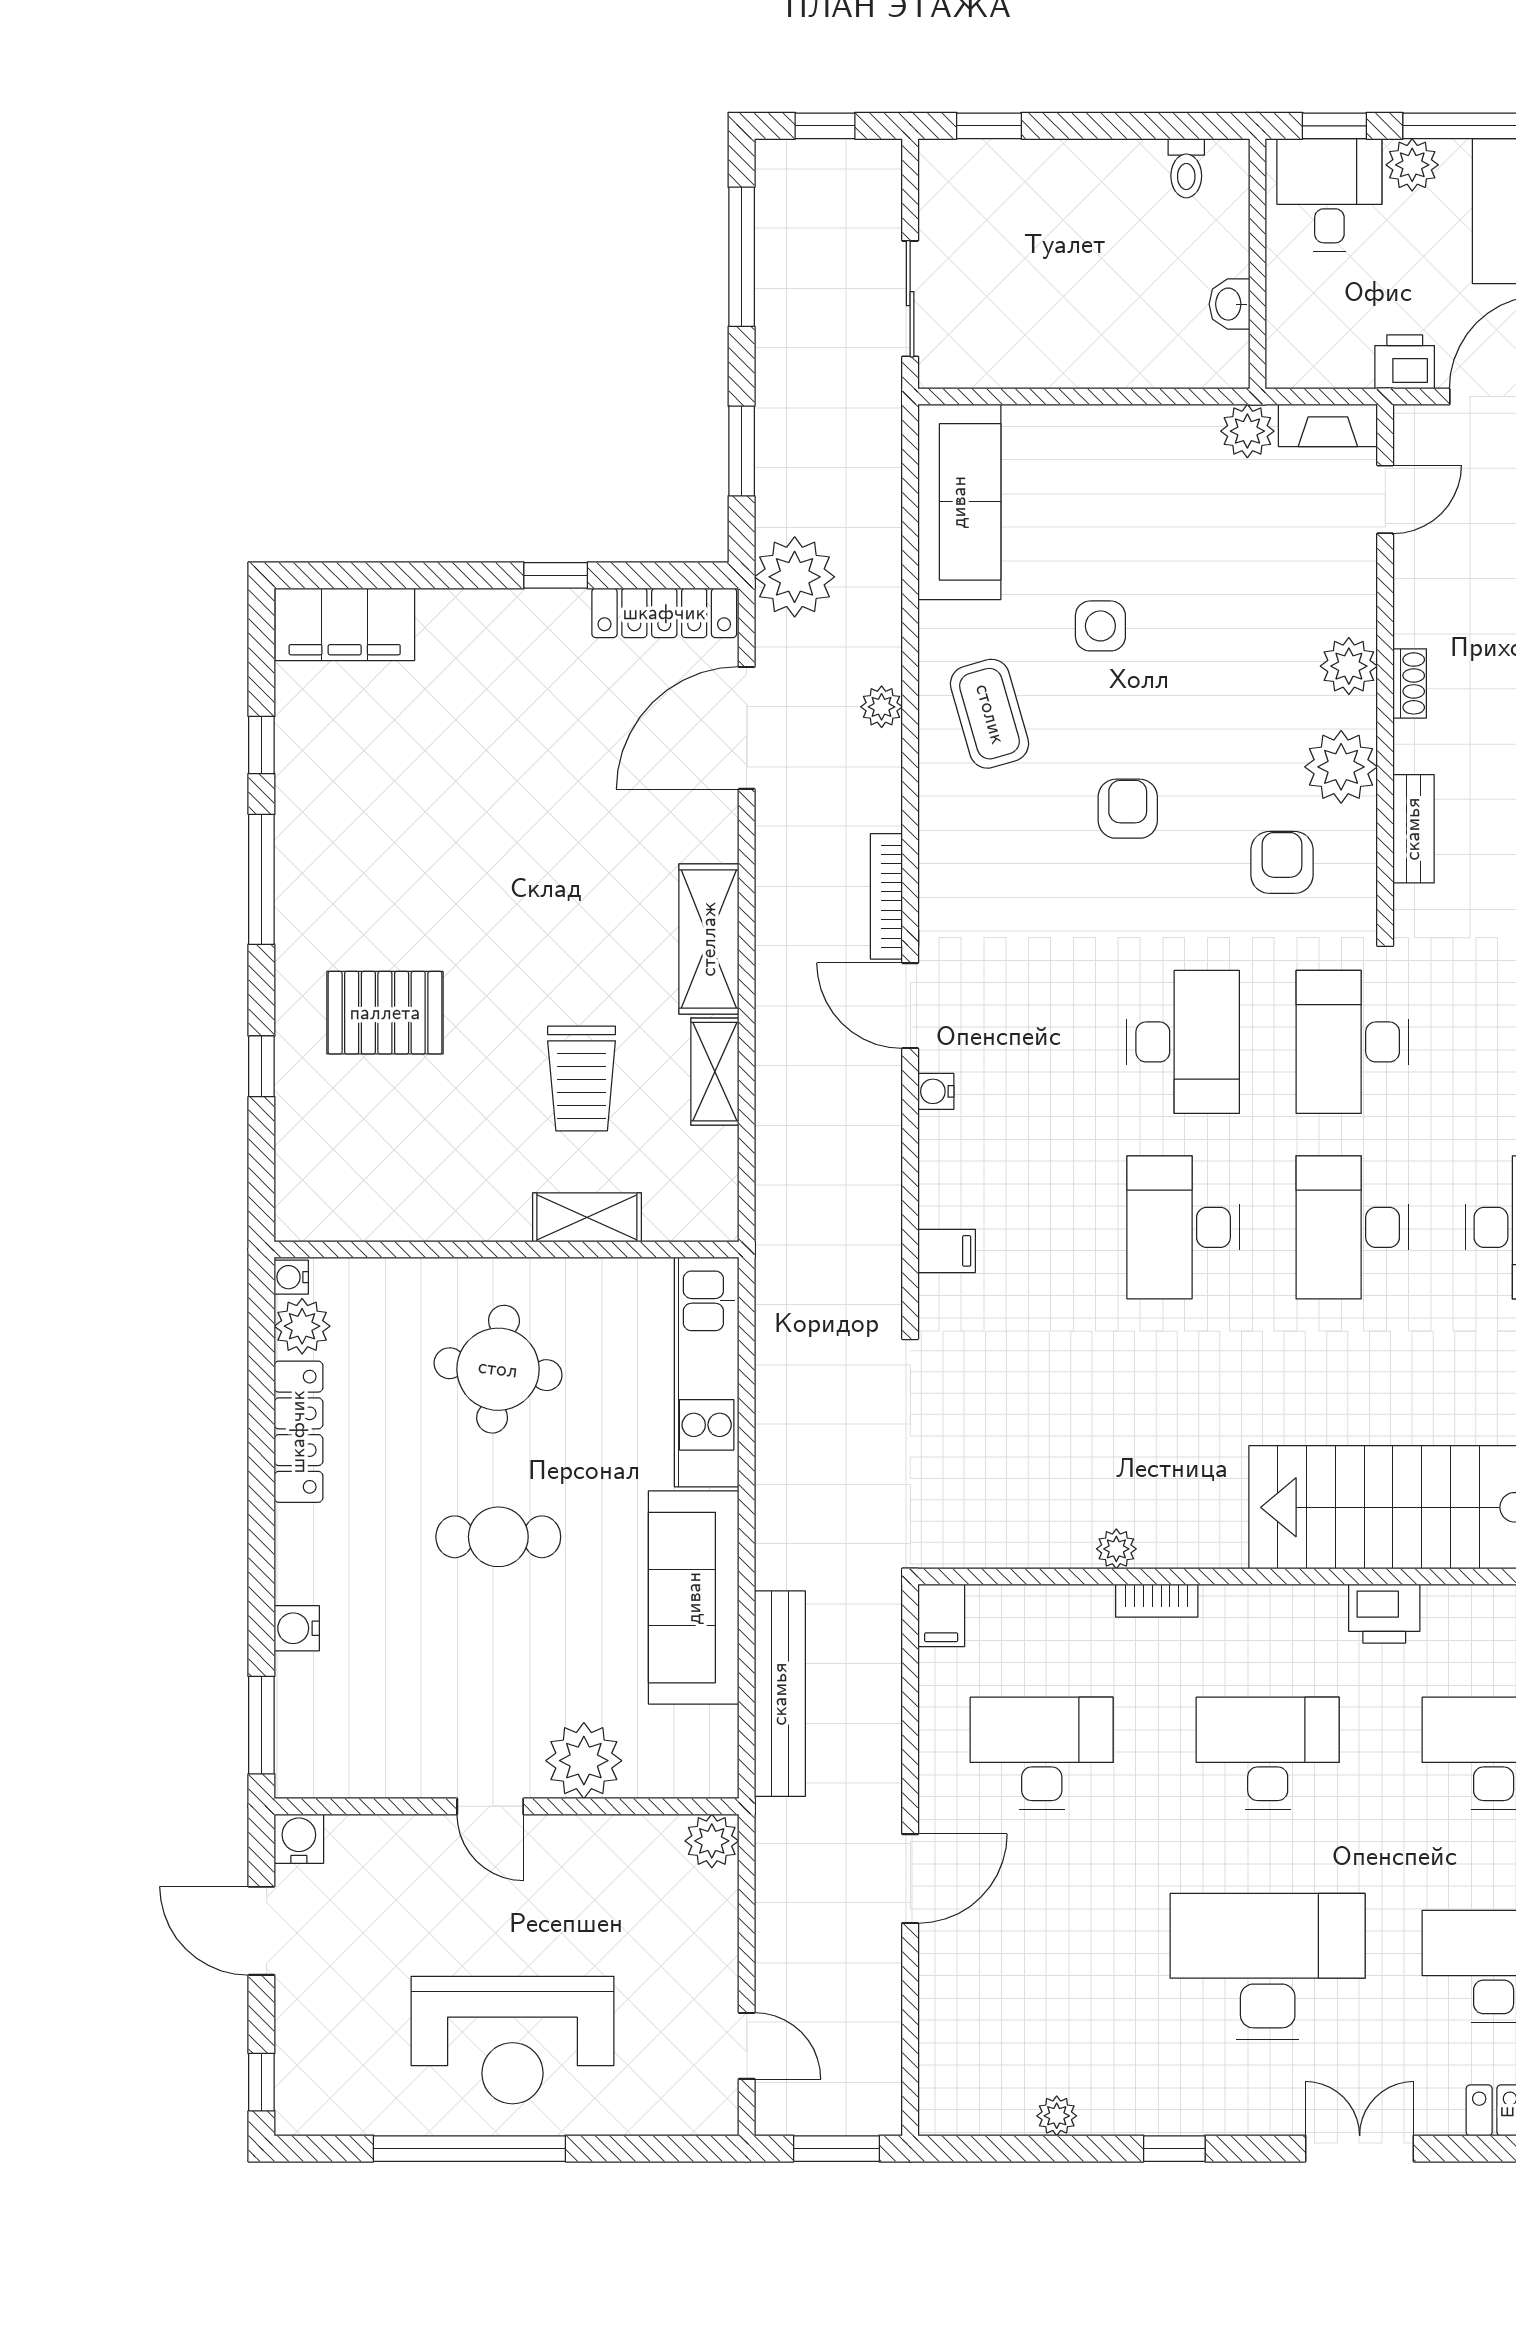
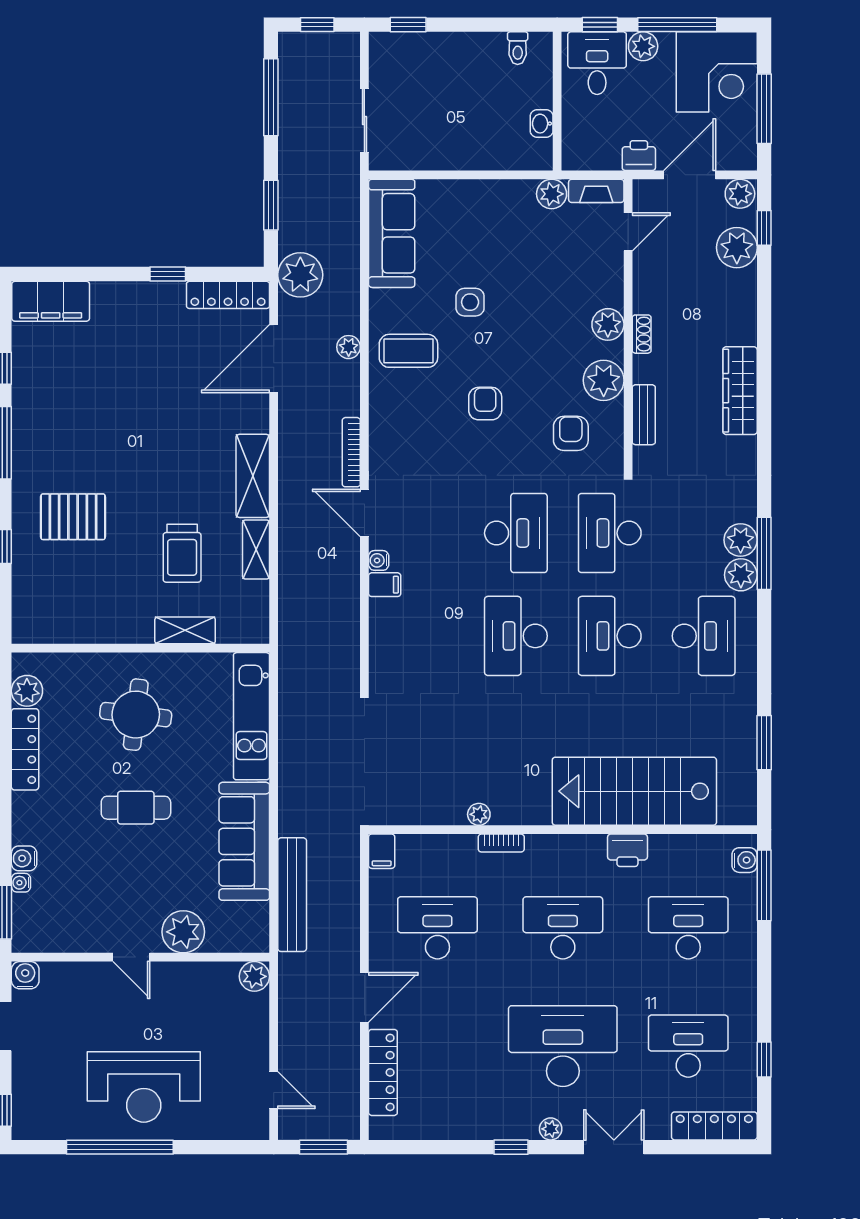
coffee table: (990, 714) -> (408, 351), turned -74
filing cabinet: (947, 1251) -> (385, 585), moved
water cooler: (291, 1277) -> (21, 883), moved
locker: (943, 2014) -> (383, 1072), added
plant: (1057, 2116) -> (551, 1129), moved

